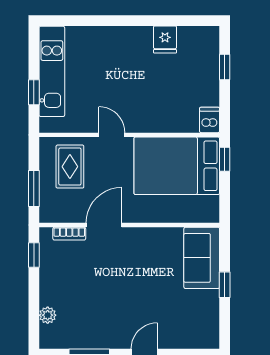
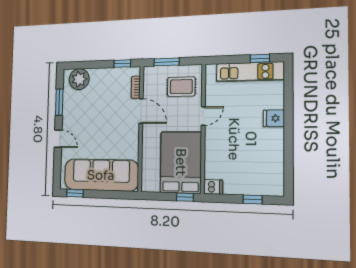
fridge: (165, 39) -> (274, 118), moved
window: (34, 92) -> (260, 58), moved
sofa: (202, 258) -> (101, 175), width x1.85, depth x1.27
window: (225, 285) -> (75, 193), moved
plant: (48, 315) -> (79, 79), width x1.88, depth x1.88

